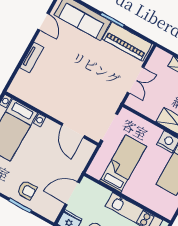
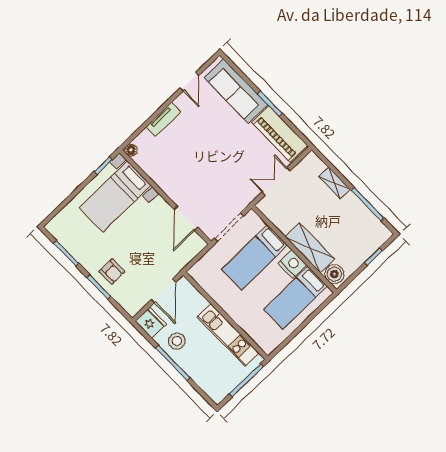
double door: (136, 80) -> (276, 181), swing flipped
floor lamp: (13, 89) -> (131, 150), added
bed: (123, 164) -> (254, 257), moved, turned 180
door: (72, 193) -> (163, 291), swing flipped

